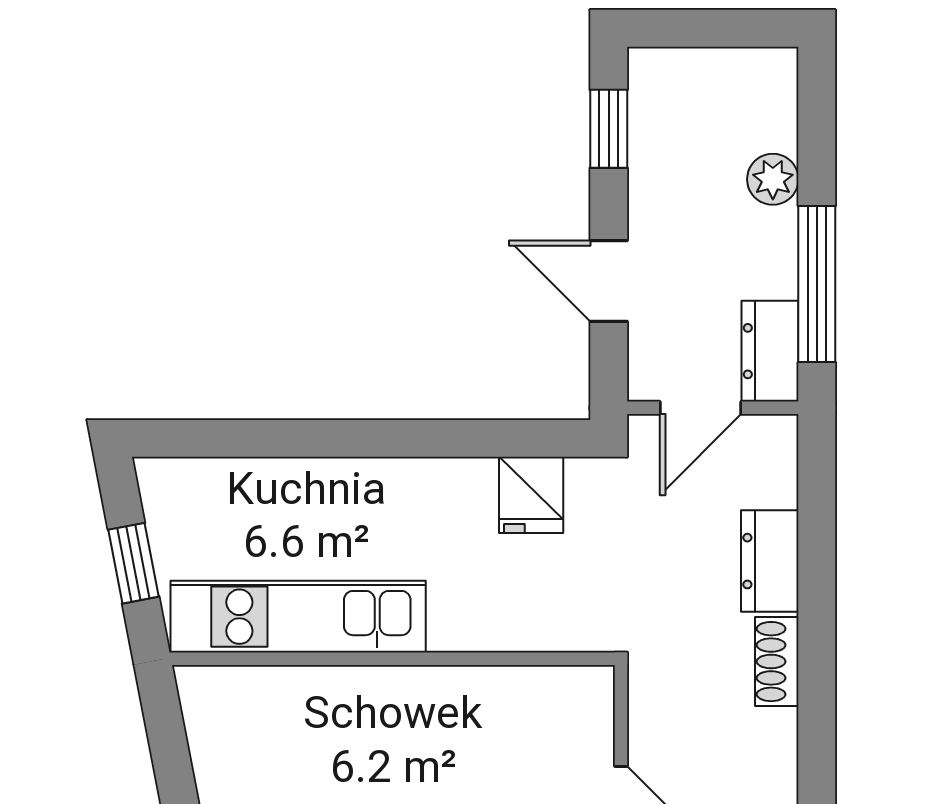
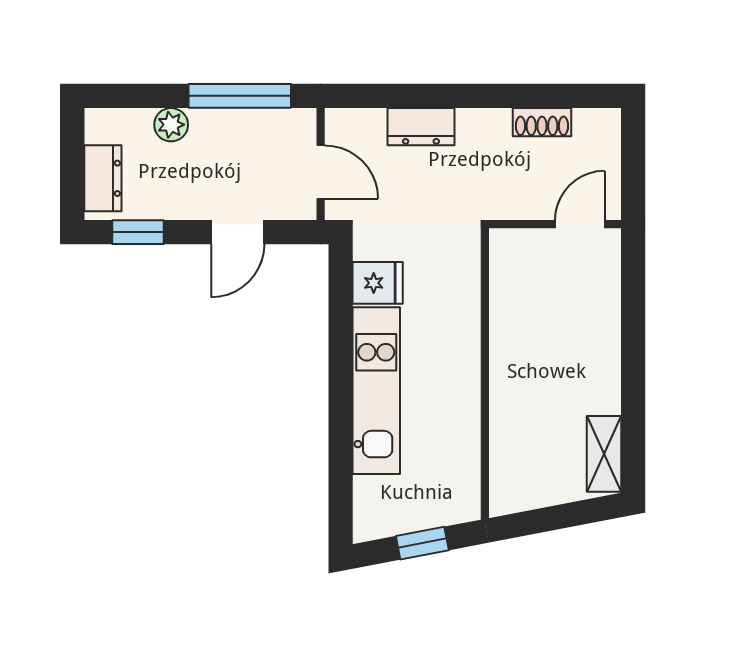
dresser: (770, 351) -> (103, 178), moved, turned -90
kitchen unit: (298, 617) -> (376, 391), moved, turned 180
shoe rack: (777, 662) -> (542, 122), moved

